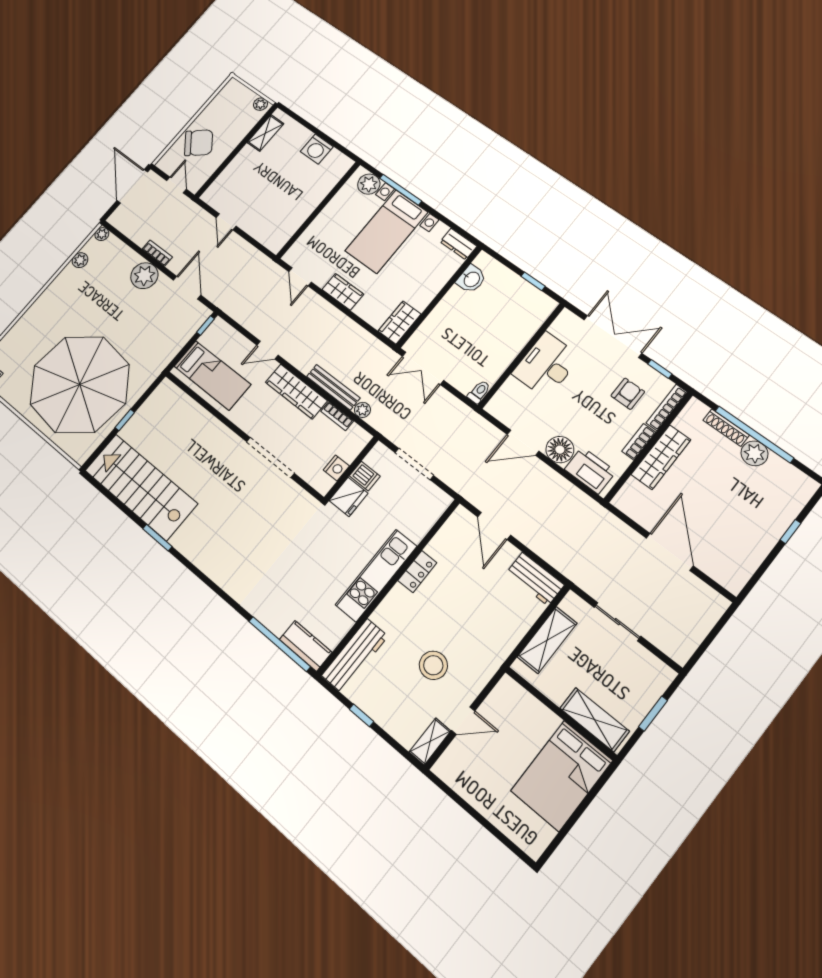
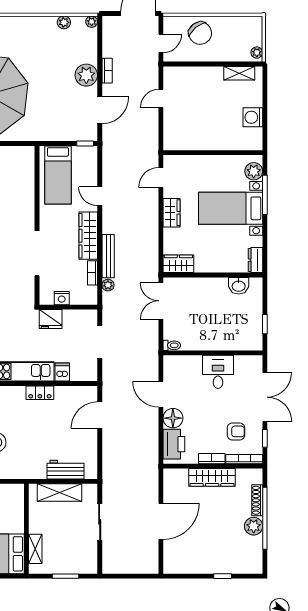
desk: (546, 365) -> (218, 372), width x0.73
dishwasher: (365, 476) -> (62, 372), moved, turned 180
workbench: (535, 579) -> (65, 470), moved, turned 90
shelving: (595, 720) -> (35, 549), width x0.67, depth x0.75

